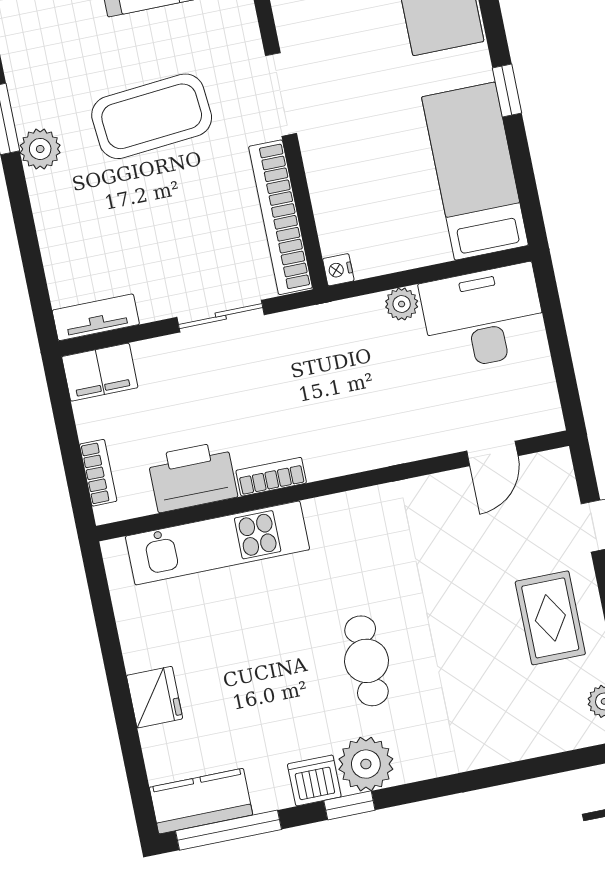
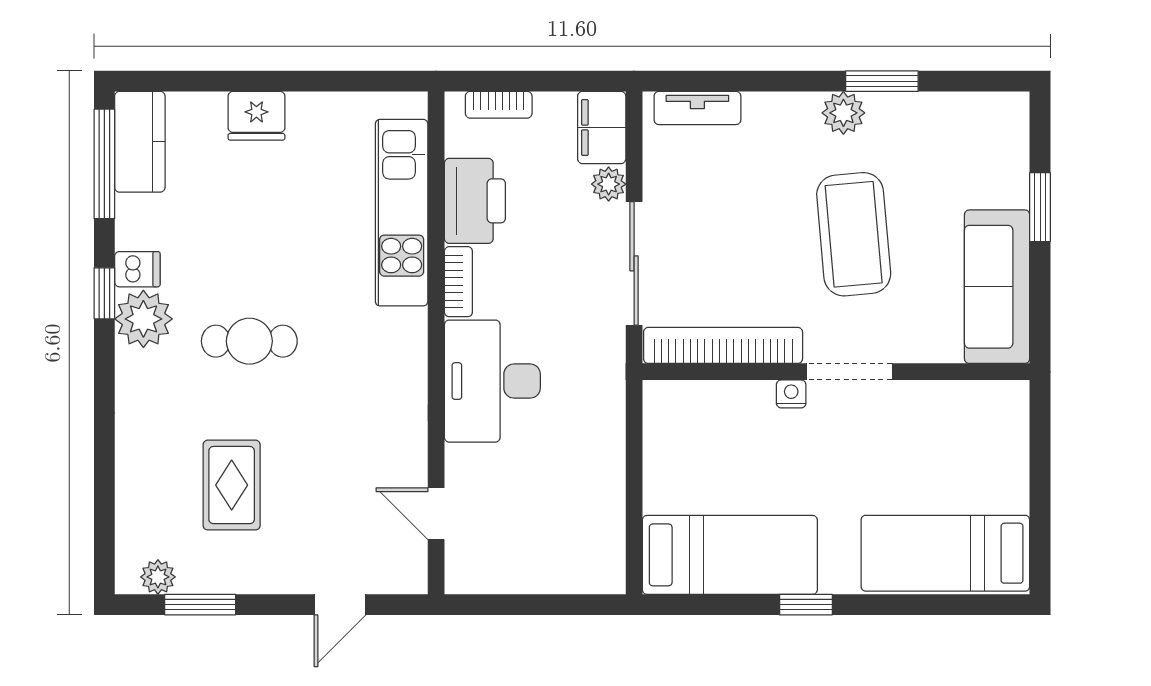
nightstand: (338, 270) -> (791, 394), moved
plant: (402, 304) -> (609, 184), moved
sliding door: (221, 316) -> (634, 263), width x1.37
tv unit: (96, 317) -> (697, 108), moved, turned 90
desk: (484, 317) -> (492, 381), moved, turned 180
rug: (550, 618) -> (232, 485), moved, turned 90
dishwasher: (314, 780) -> (137, 269), width x0.73

